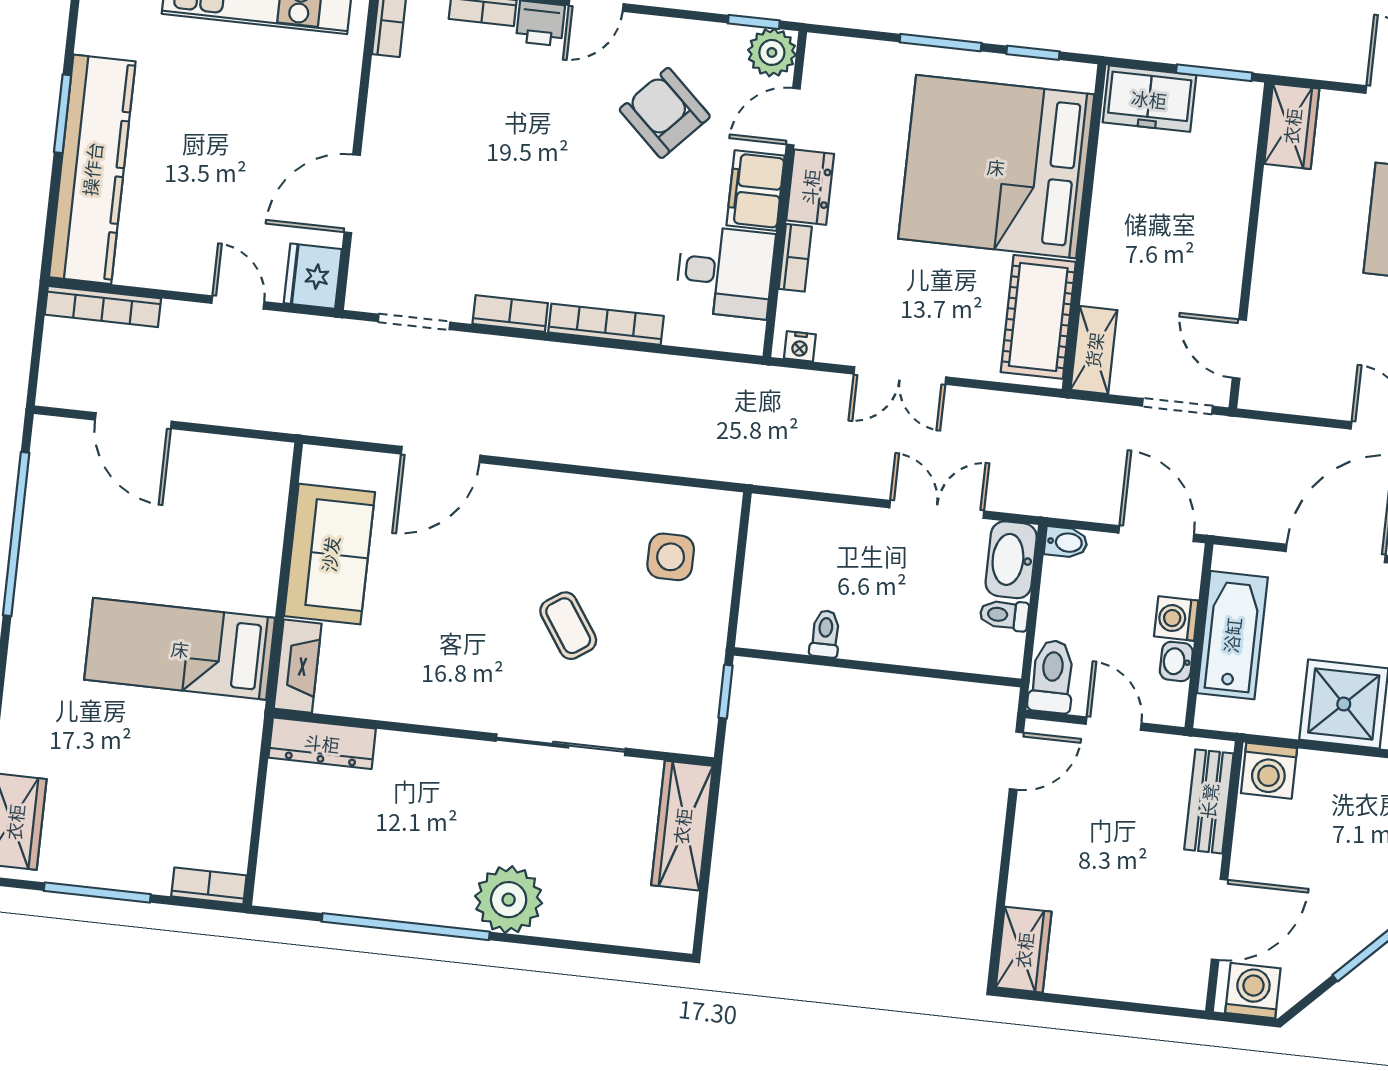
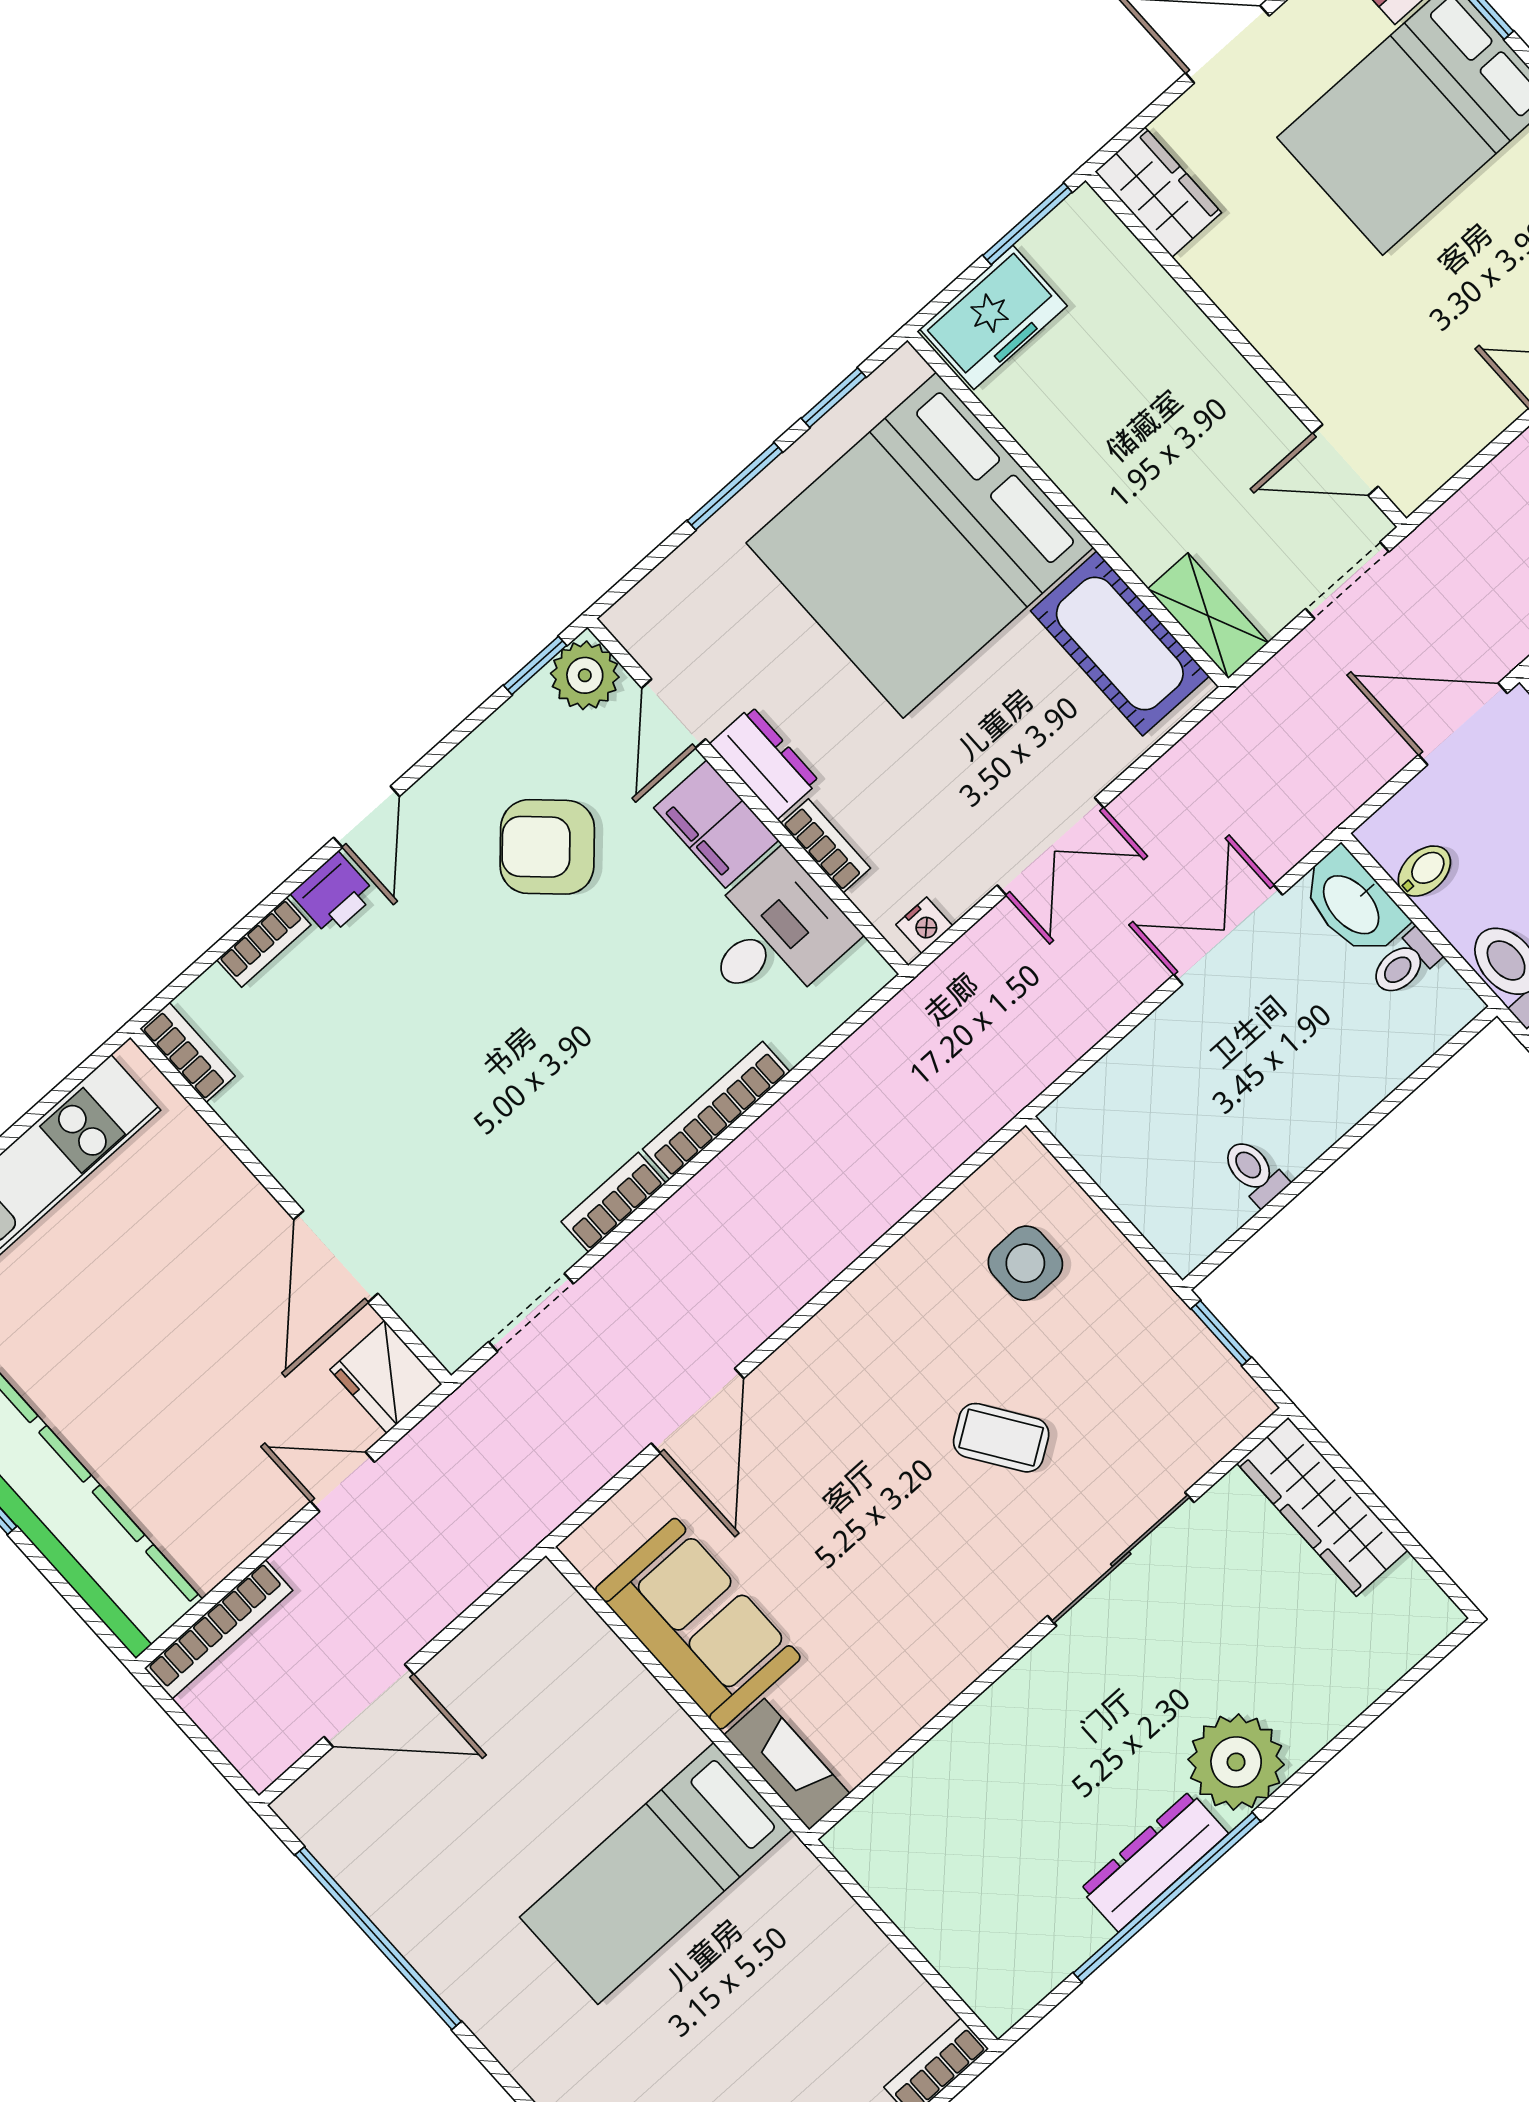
bidet: (1066, 542) -> (1424, 871), moved
dresser: (322, 743) -> (1154, 1861), moved, turned 180

